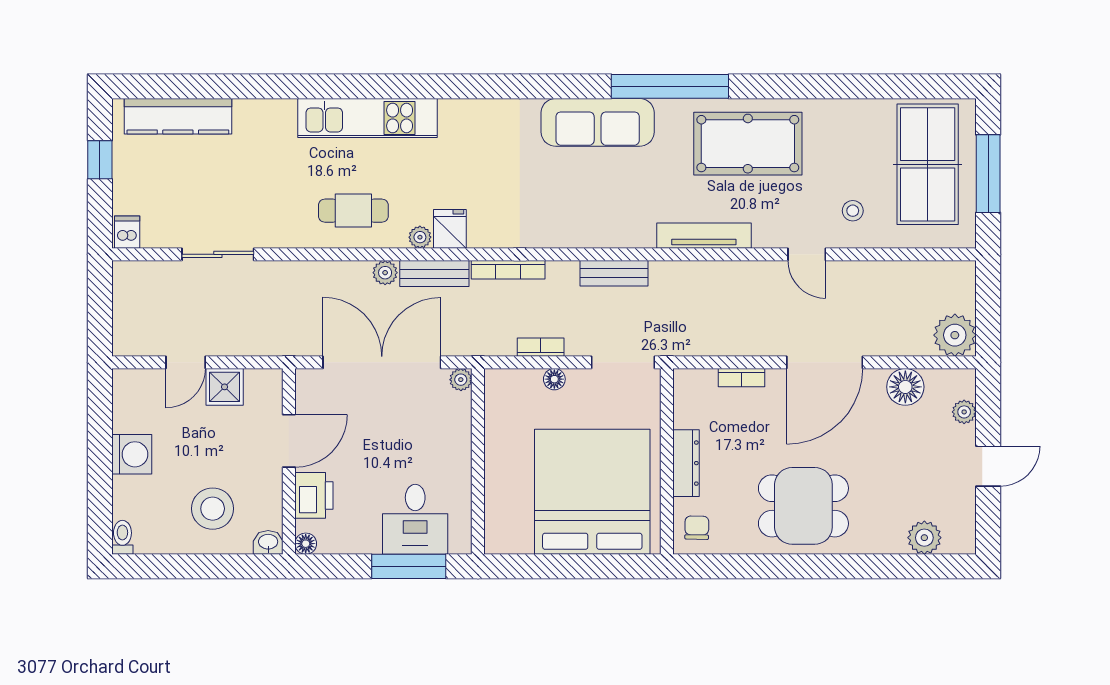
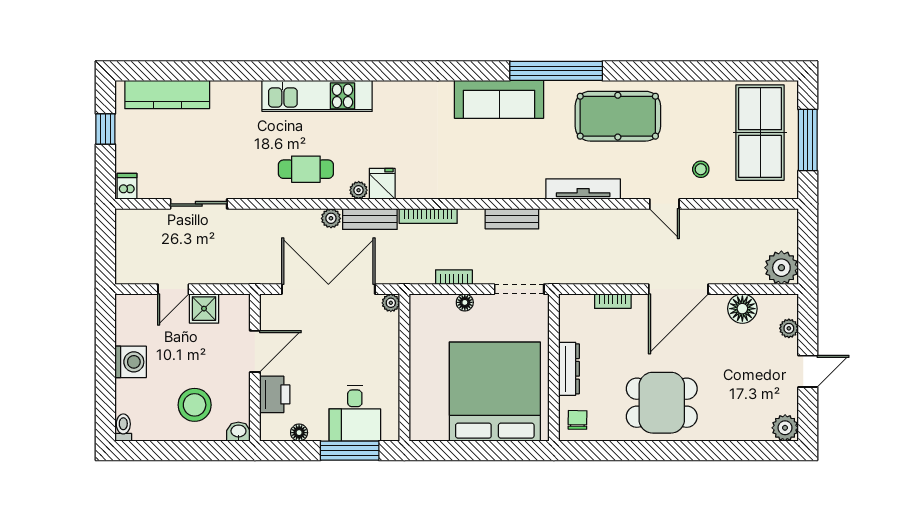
plant: (924, 538) -> (785, 428), moved
floor lamp: (306, 544) -> (299, 433), moved

